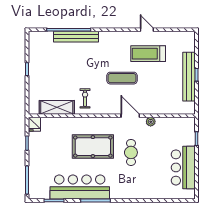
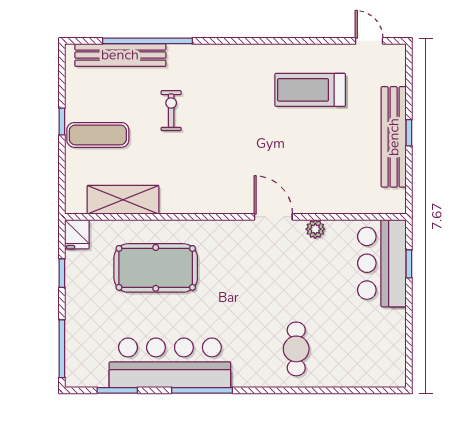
door: (147, 30) -> (369, 41), moved
bench: (76, 37) -> (120, 55), moved
exercise mat: (122, 78) -> (98, 135), moved
exercise bike: (85, 98) -> (171, 111), moved
pool table: (93, 147) -> (156, 268), moved
cafe table: (131, 152) -> (296, 349), moved
bar counter: (183, 167) -> (382, 263), moved

